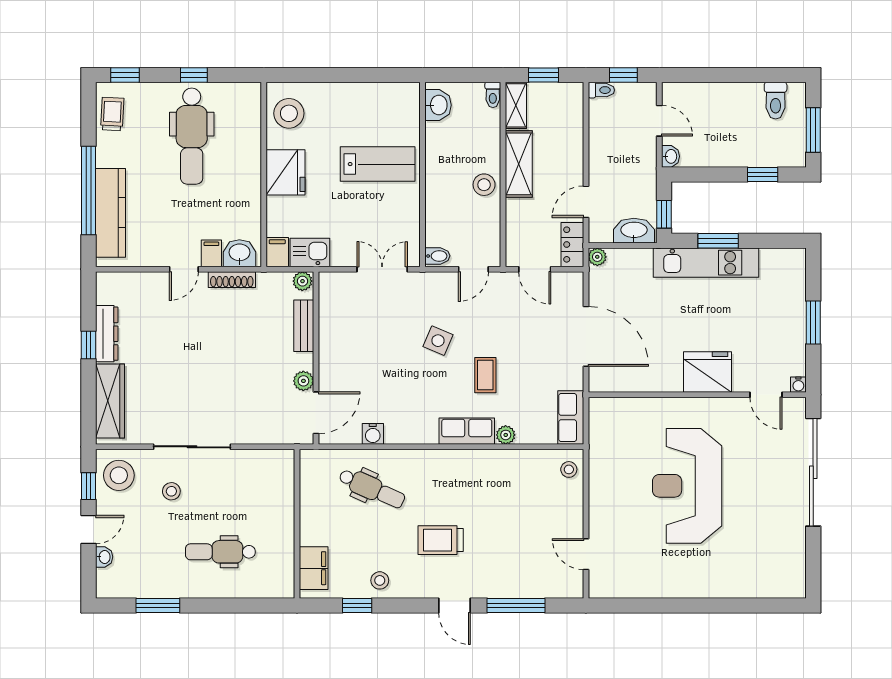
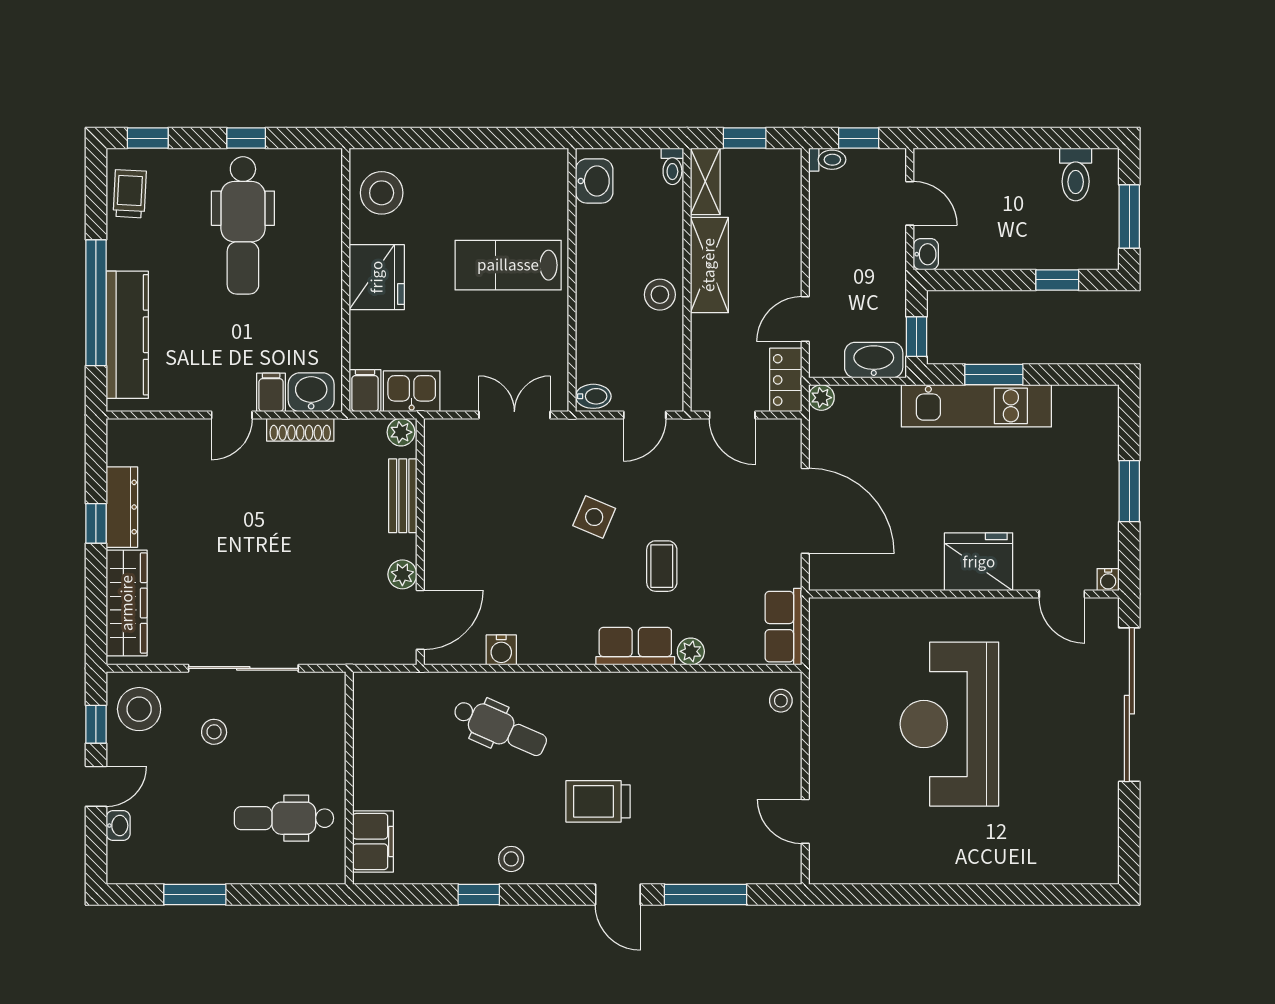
lab bench: (378, 164) -> (508, 265), turned 180
wall: (297, 524) -> (349, 778), moved
filing cabinet: (314, 568) -> (373, 841), moved

